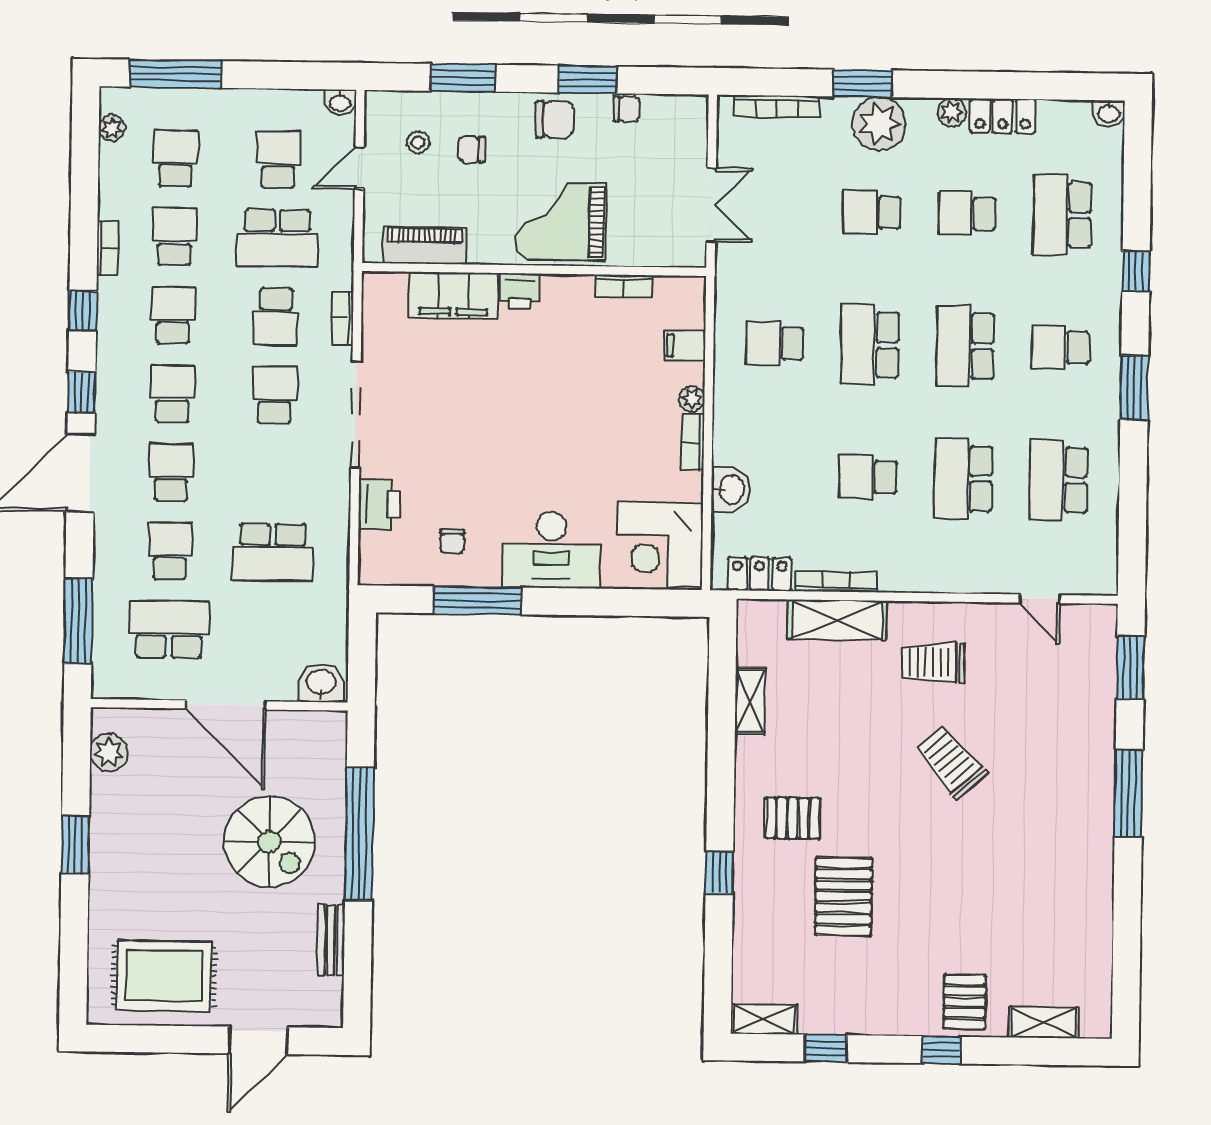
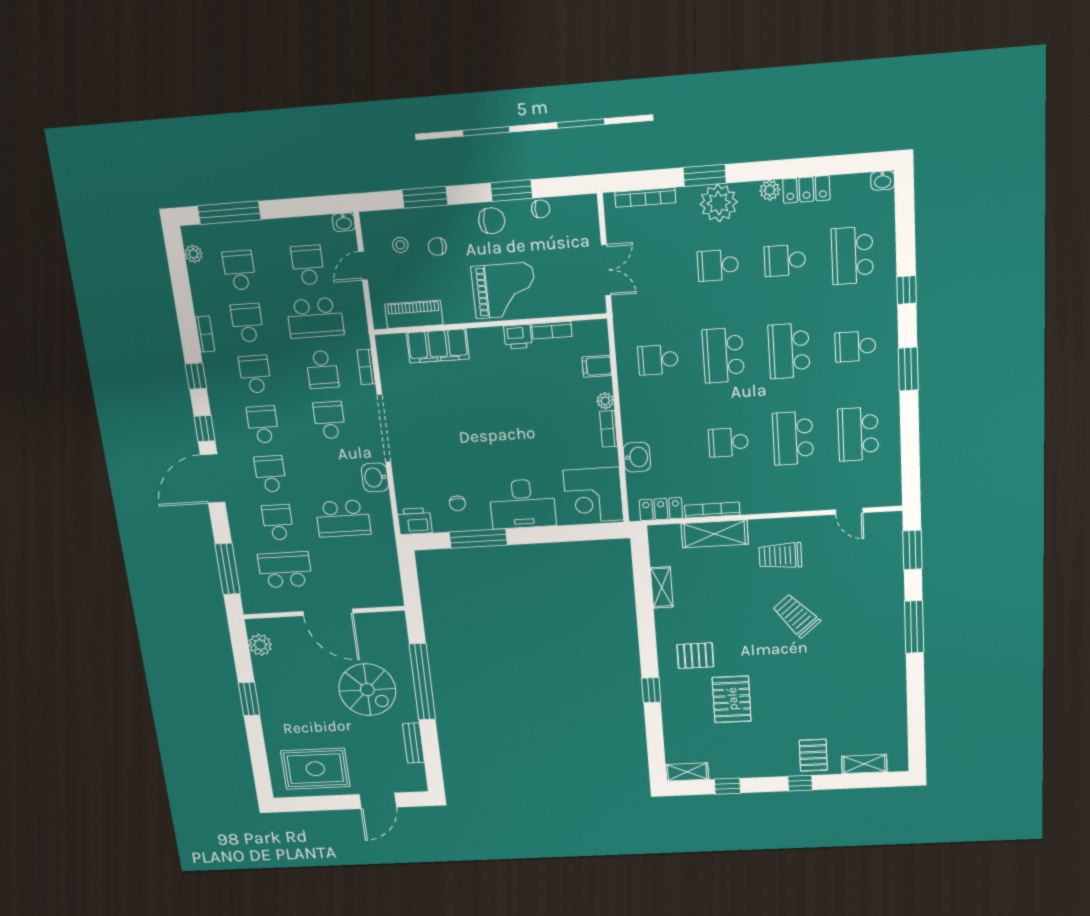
grand piano: (561, 222) -> (504, 291), turned 180
printer: (520, 291) -> (518, 337), moved
printer: (379, 504) -> (415, 521), moved, turned -90
washbasin: (321, 683) -> (375, 477), moved, turned -90

